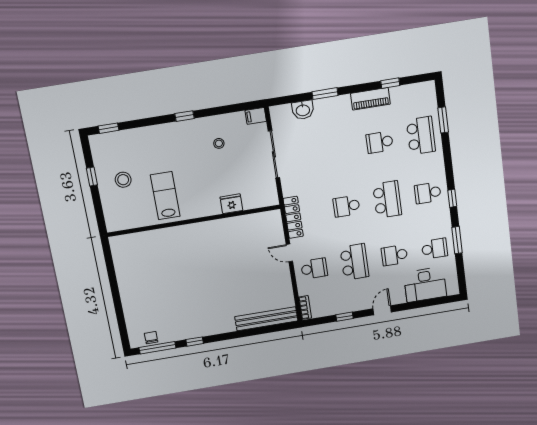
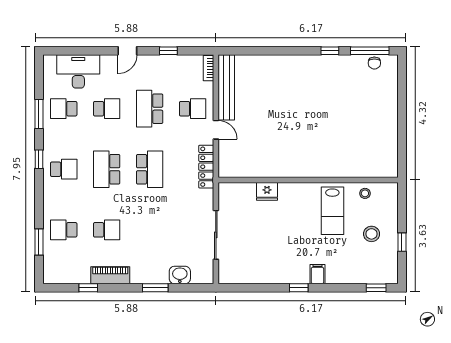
filing cabinet: (256, 116) -> (317, 274), moved, turned -90
school desk: (421, 136) -> (64, 230), width x0.54
stool: (219, 143) -> (365, 193), moved
school desk: (346, 206) -> (150, 169), width x1.85
school desk: (314, 269) -> (193, 109), turned 180
bench: (266, 319) -> (226, 87), moved, turned 90

